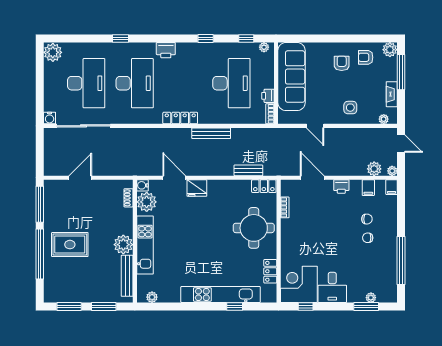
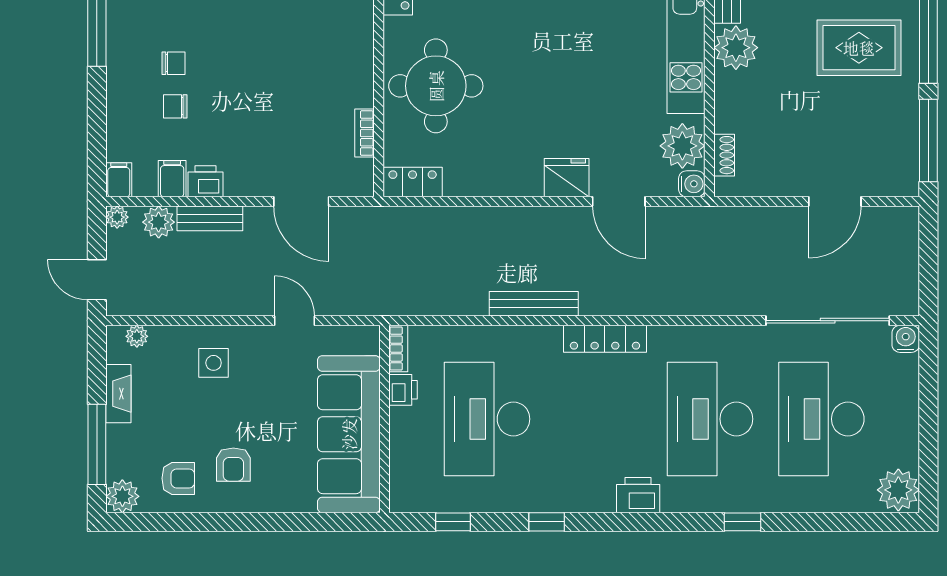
plant: (264, 47) -> (412, 502), removed
bench: (248, 170) -> (210, 218), moved
printer: (341, 186) -> (206, 181), moved

